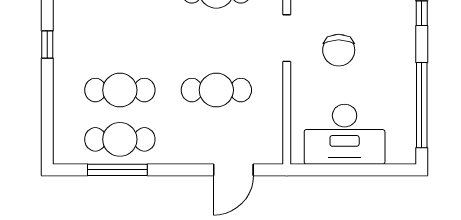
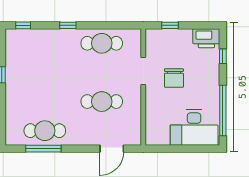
cafe table: (120, 90) -> (45, 102), removed
desk: (345, 134) -> (194, 128), moved

